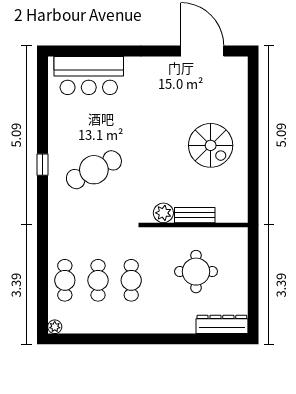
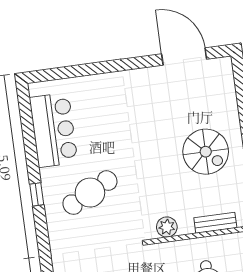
bar counter: (89, 75) -> (54, 130), moved, turned -90
bench: (195, 215) -> (215, 223), moved

